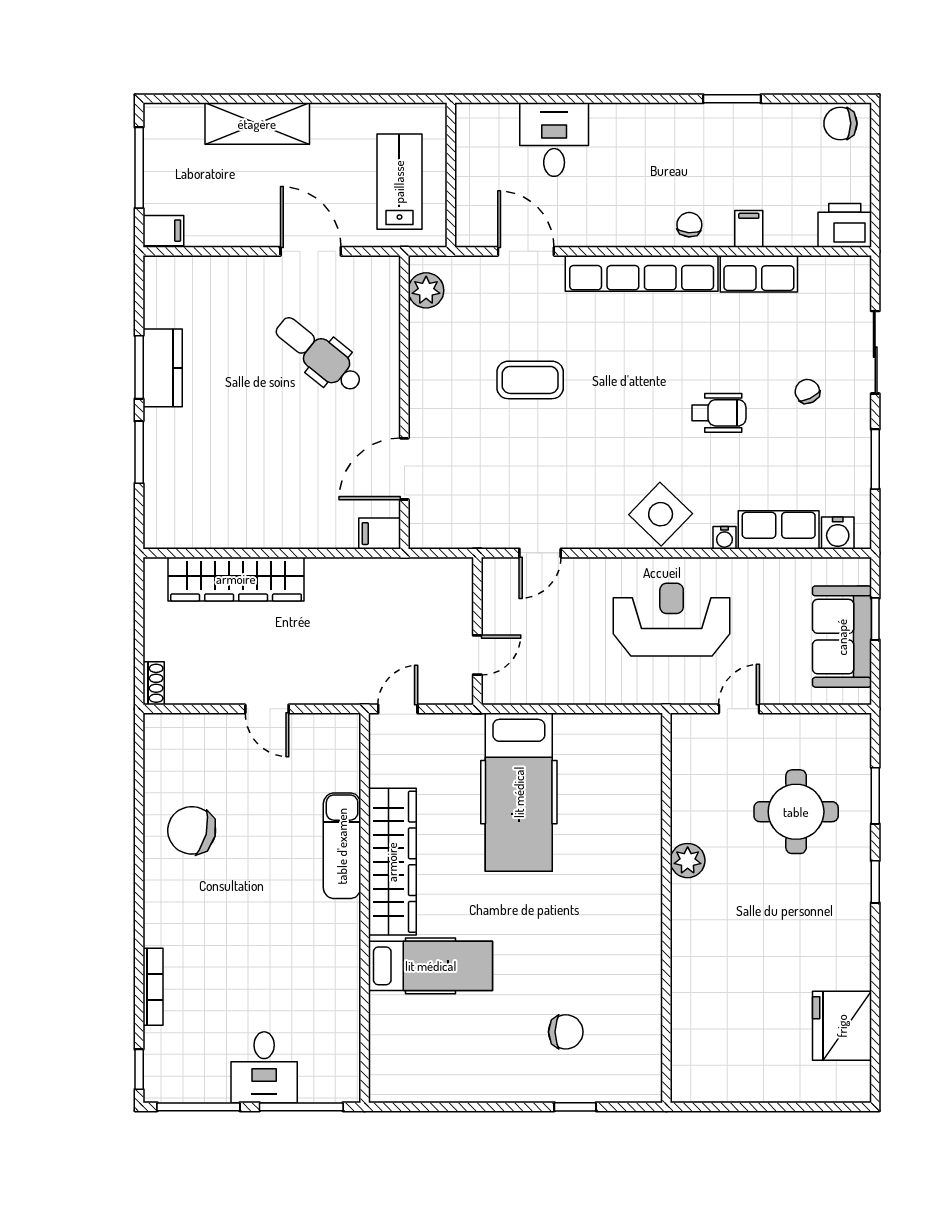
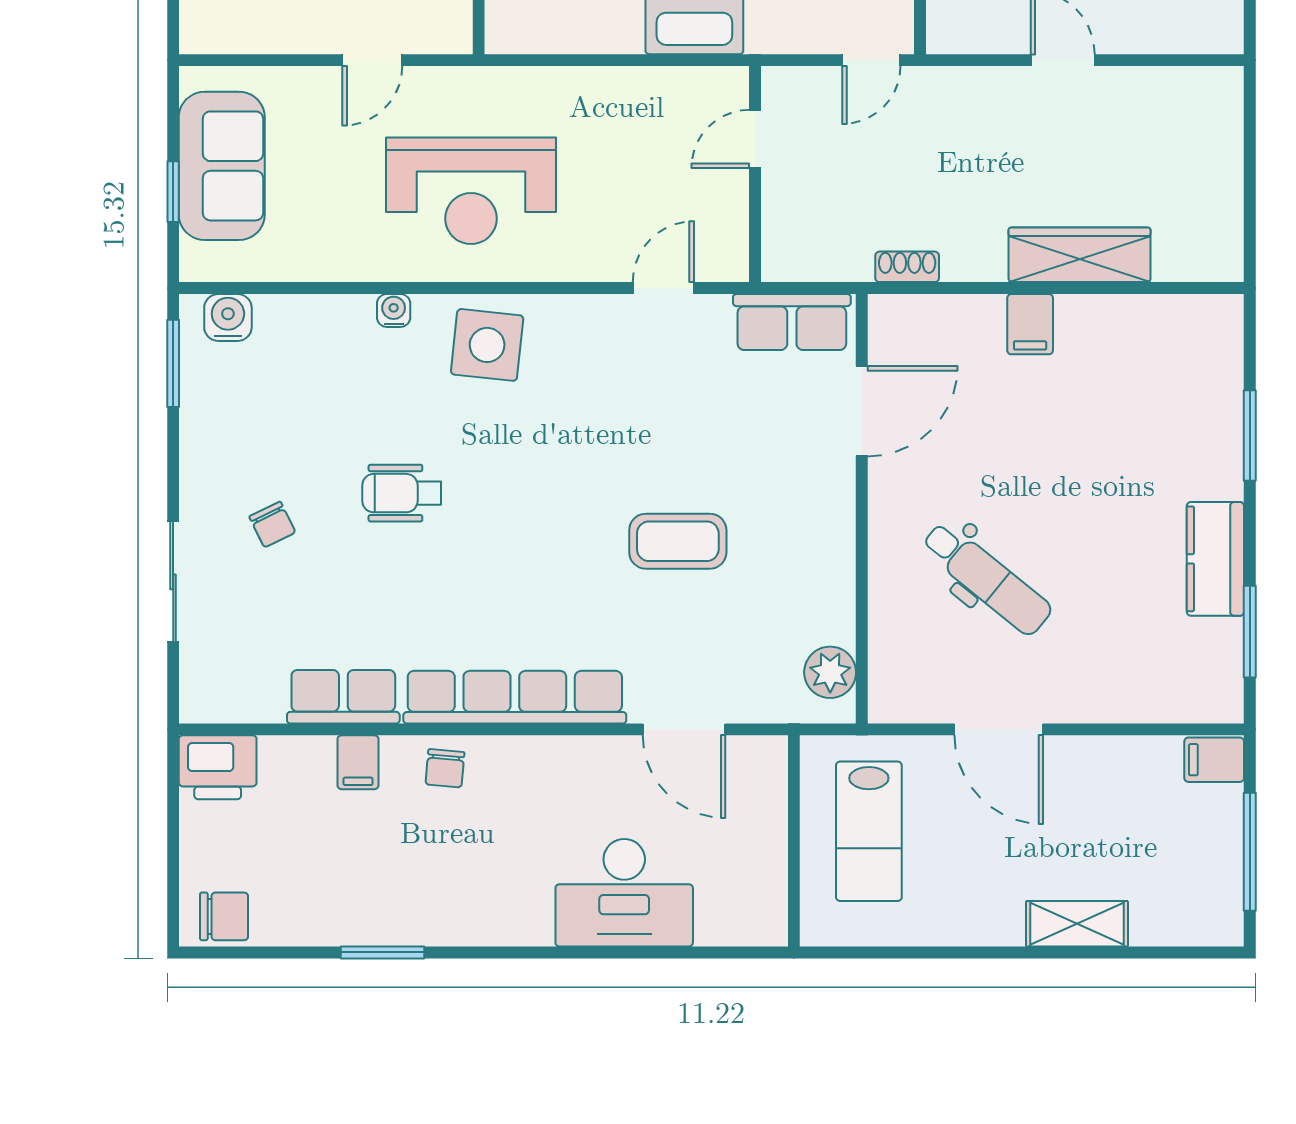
shelving: (257, 124) -> (1077, 924), width x0.67, depth x0.75
desk: (554, 140) -> (624, 893), width x1.37
window: (139, 367) -> (1250, 632), moved
window: (875, 459) -> (173, 363), moved
side table: (661, 514) -> (487, 345), turned -38
row of seats: (779, 530) -> (792, 322), moved
filing cabinet: (380, 534) -> (1030, 324), moved, turned 90
wardrobe: (236, 579) -> (1080, 255), width x0.71, depth x0.85
shoe rack: (154, 683) -> (907, 267), moved, turned 90

